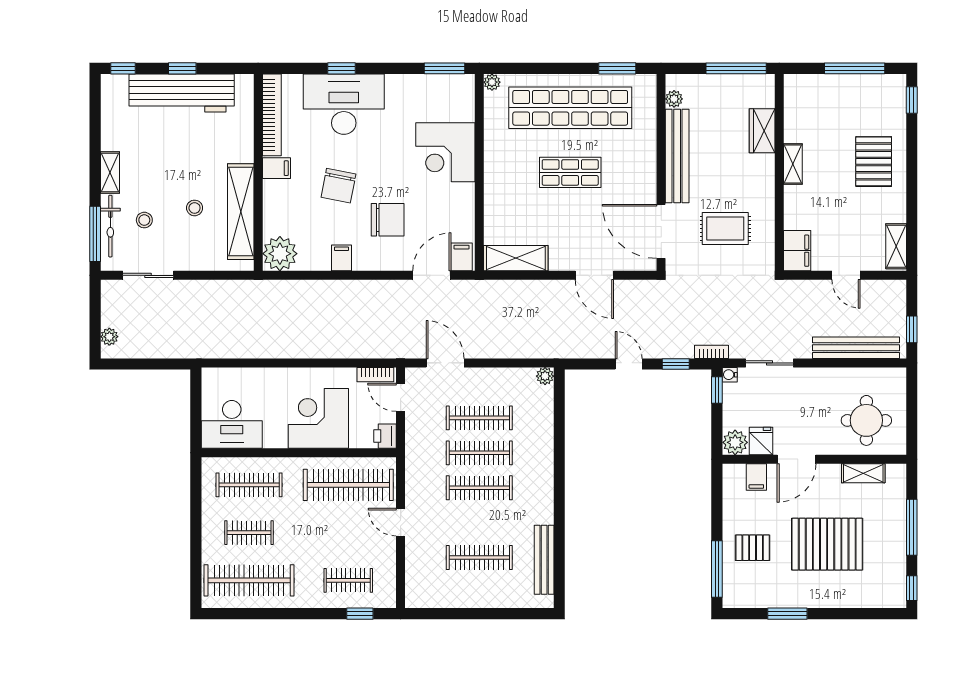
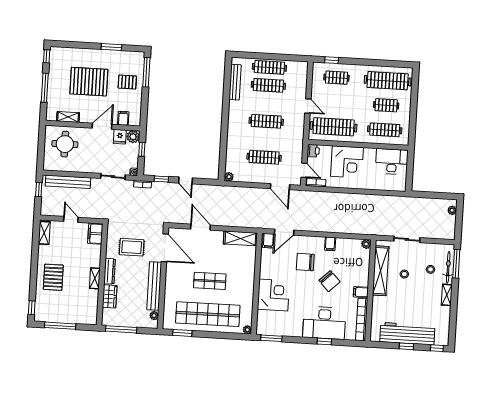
dresser: (765, 179) -> (110, 271), added
chair: (338, 186) -> (329, 281), turned 125
plant: (280, 254) -> (366, 244), width x0.53, depth x0.53
sliding door: (148, 275) -> (407, 239), moved
window: (717, 390) -> (142, 149), moved
clothes rail: (479, 453) -> (269, 67), moved

